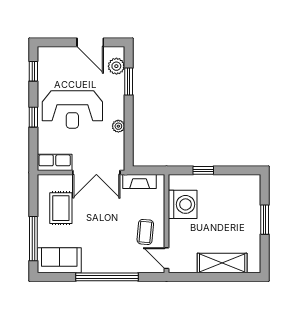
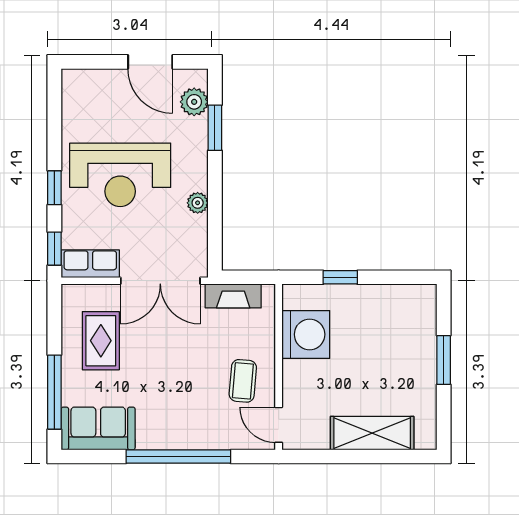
window: (33, 71) -> (54, 249), moved

